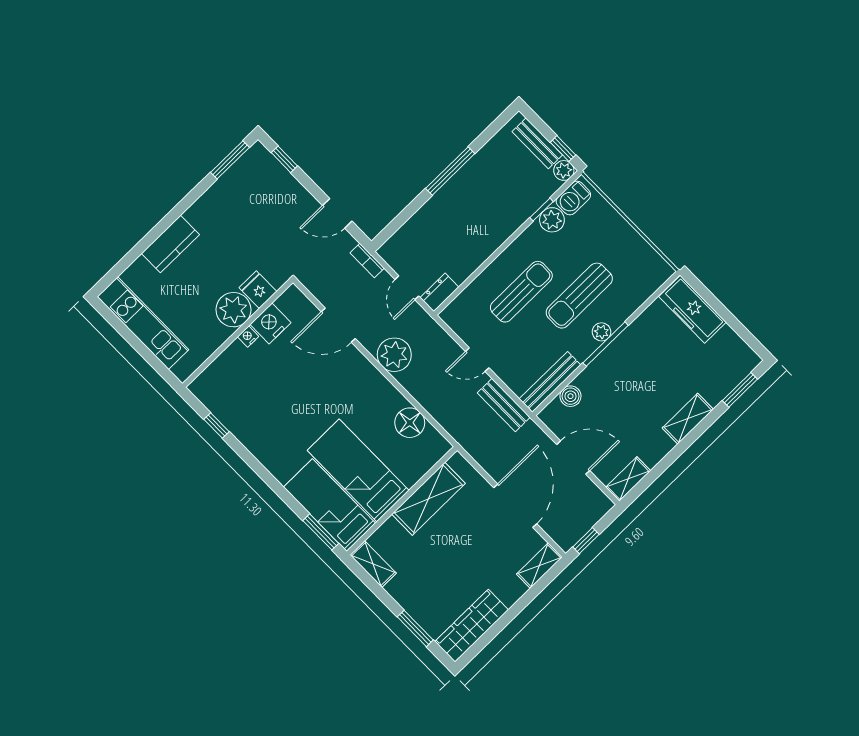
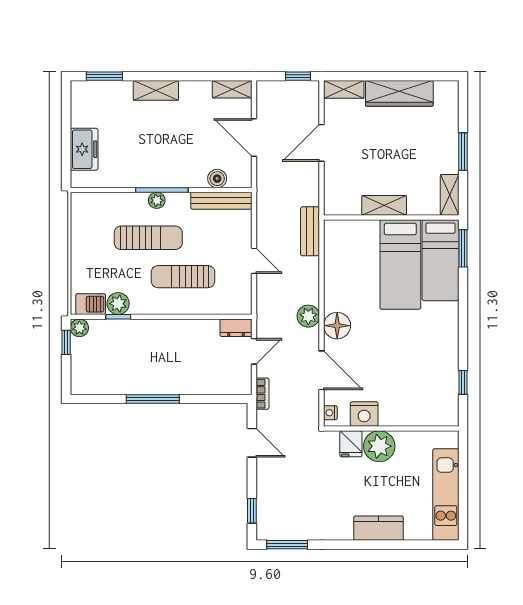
bench: (537, 143) -> (79, 362), removed
freezer: (693, 309) -> (84, 149), width x0.71
nightstand: (248, 337) -> (330, 413), moved, turned 90
plant: (394, 355) -> (308, 316), width x0.73, depth x0.73
bench: (504, 405) -> (310, 231), moved
floor lamp: (410, 423) -> (337, 326), moved
shelving: (428, 499) -> (384, 205), width x0.67, depth x0.75
door: (515, 506) -> (322, 143), width x0.73
wardrobe: (472, 626) -> (399, 93), moved
window: (415, 628) -> (463, 152), moved

